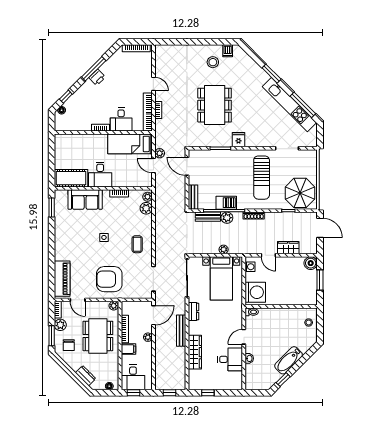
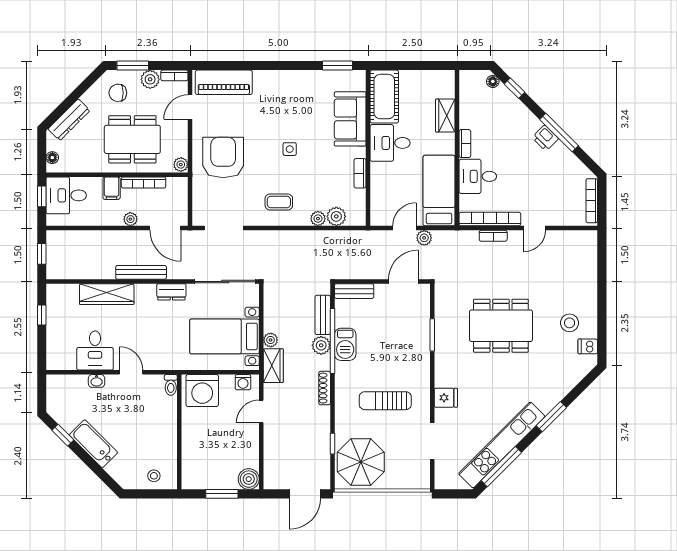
wardrobe: (83, 140) -> (445, 116), added
fridge: (239, 140) -> (446, 398), moved
sun lounger: (262, 178) -> (385, 401), width x0.73, depth x0.75
plant: (148, 197) -> (318, 219), moved
wardrobe: (288, 248) -> (273, 366), moved
dresser: (86, 376) -> (69, 120), width x1.44

